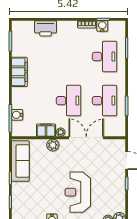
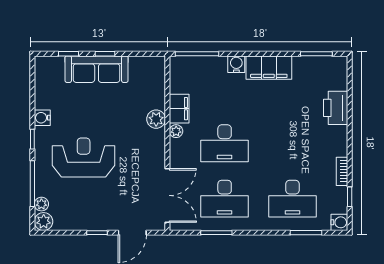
water cooler: (102, 26) -> (339, 222), moved
water cooler: (17, 115) -> (236, 64), moved
double door: (86, 138) -> (167, 195), moved
sofa: (20, 161) -> (97, 69), moved

